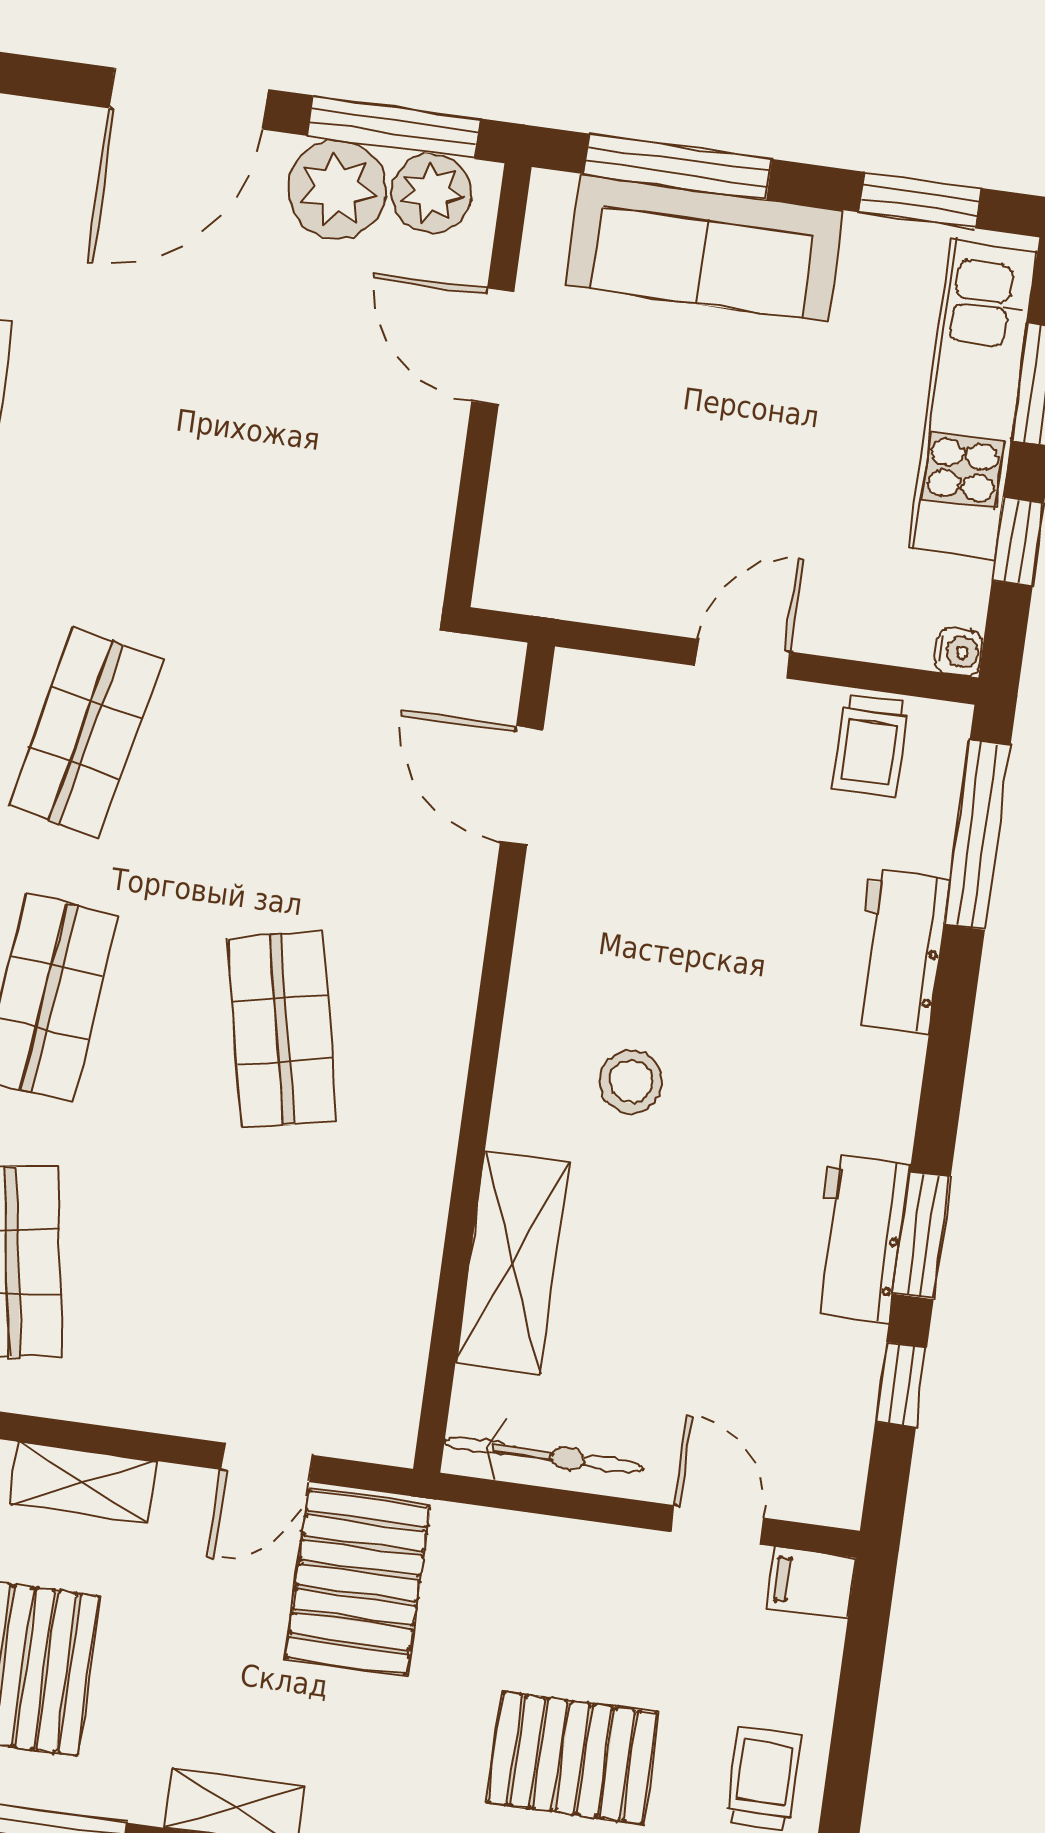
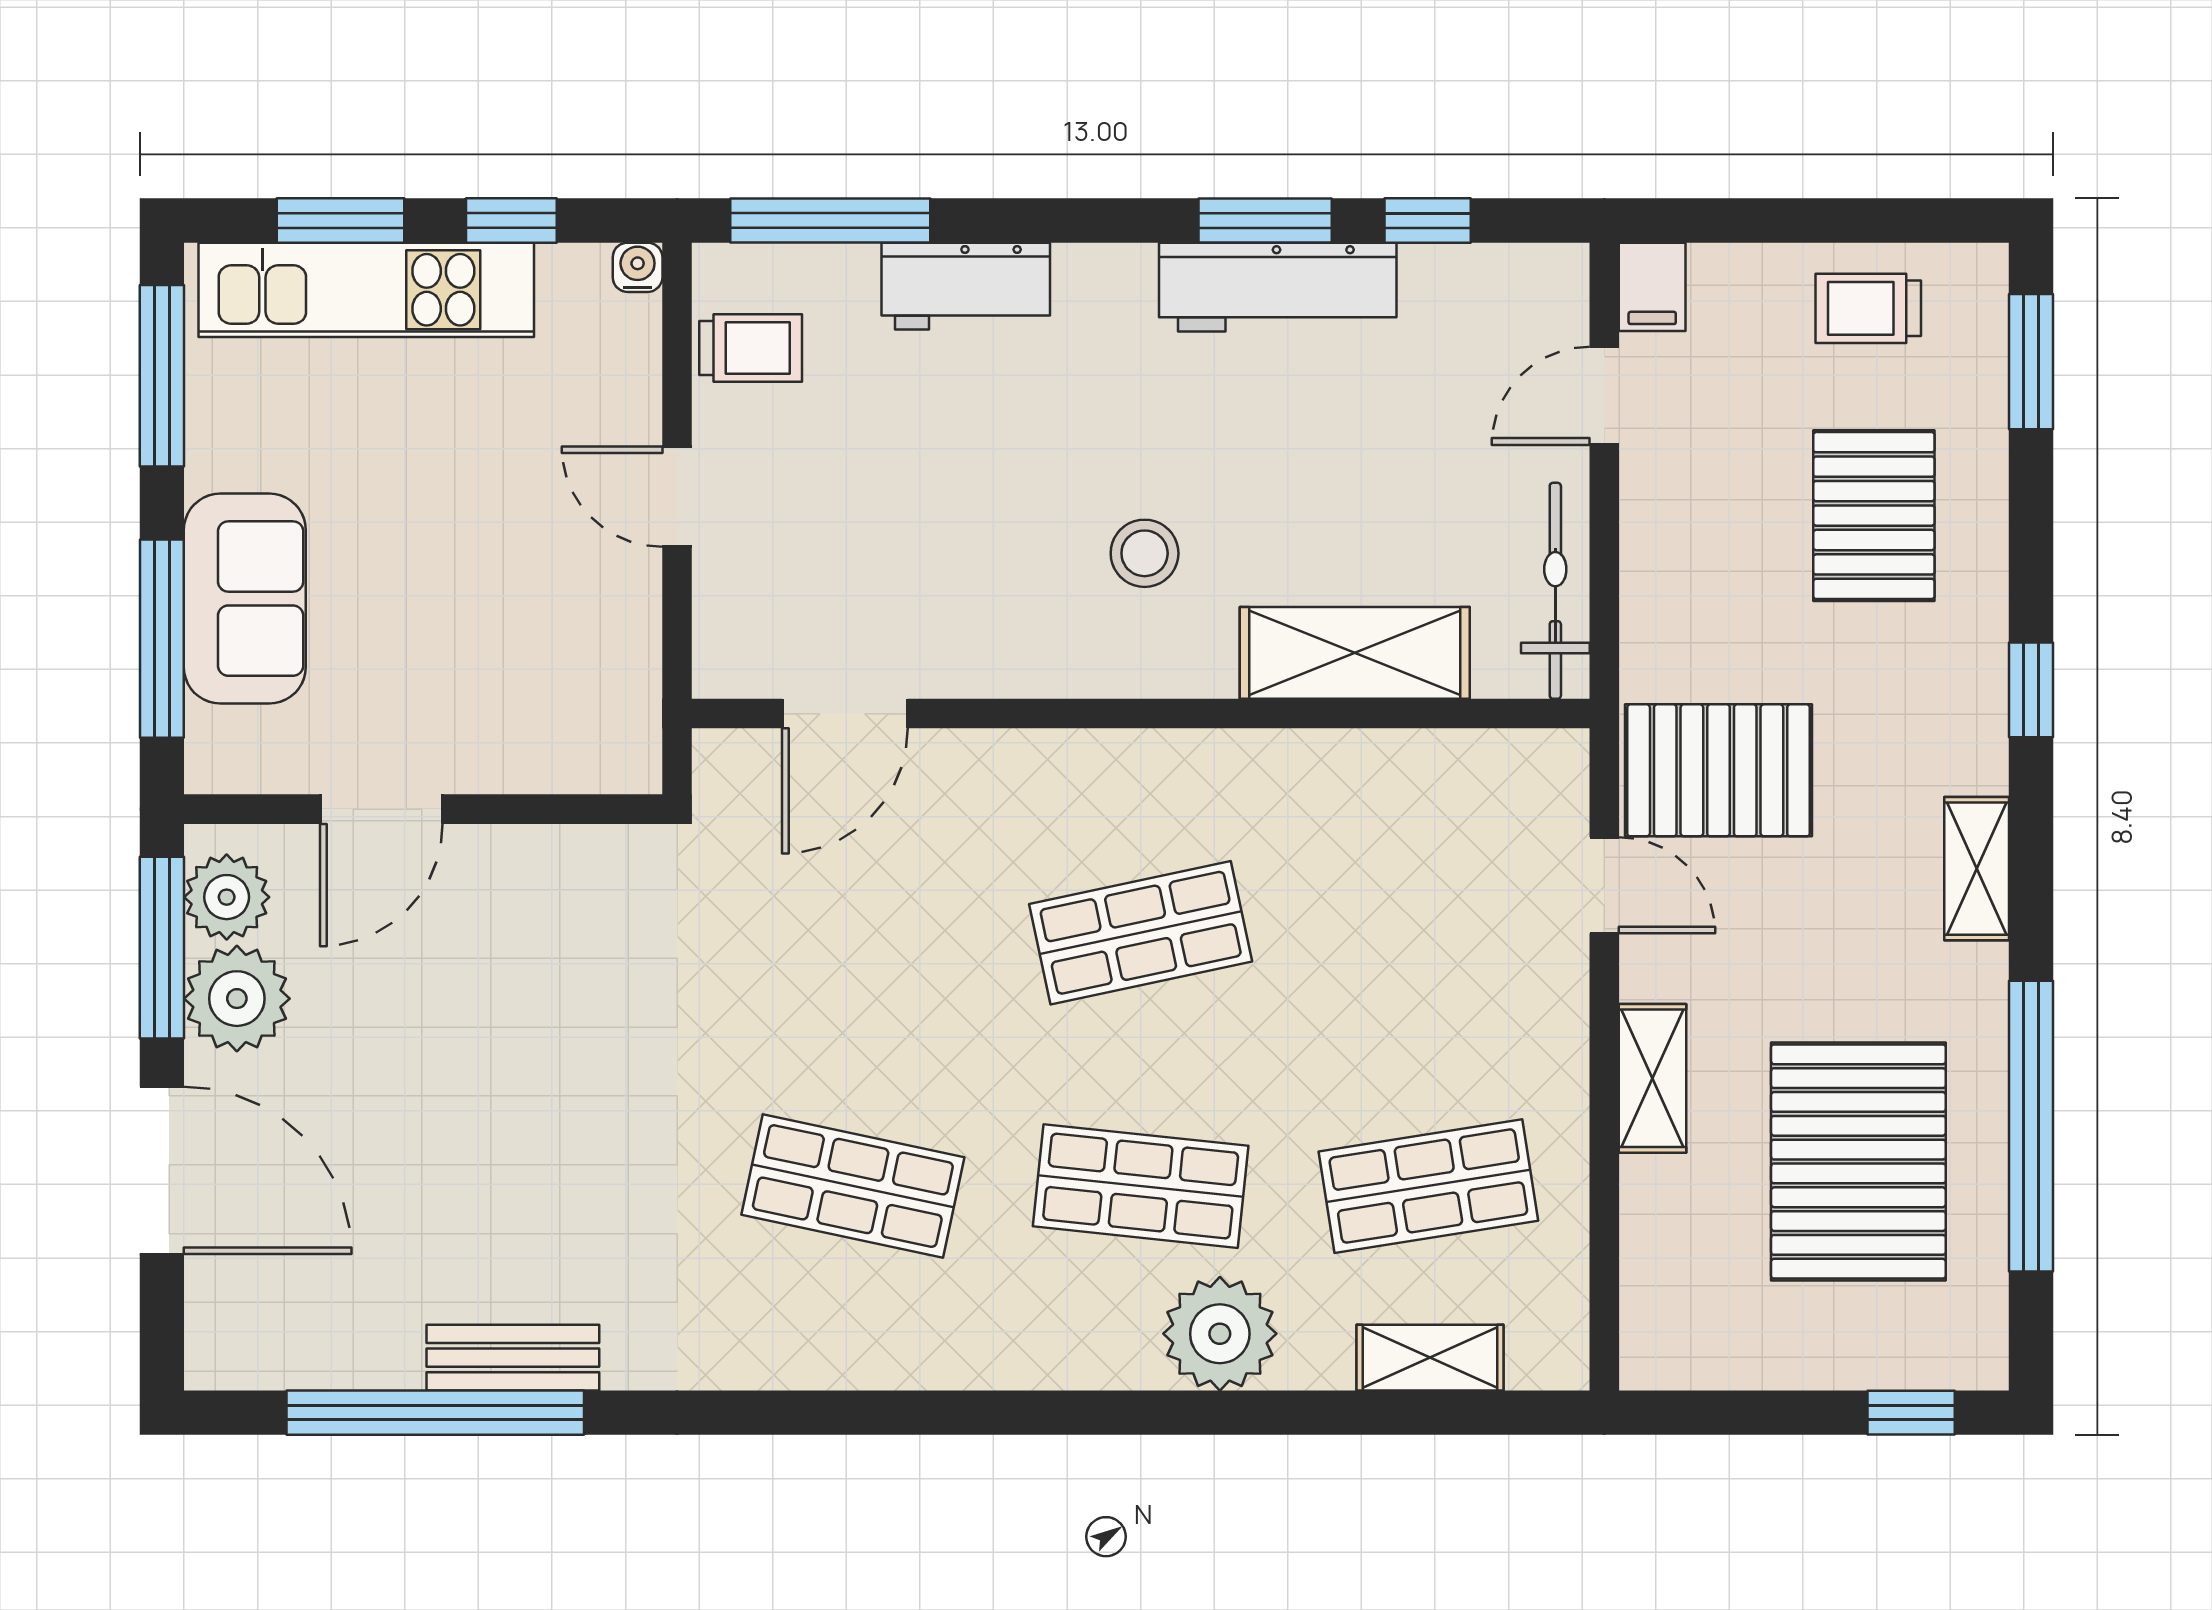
window: (920, 200) -> (162, 376), width x1.44
sofa: (704, 248) -> (245, 599), width x0.73
workbench: (859, 1238) -> (1278, 287), width x1.38

